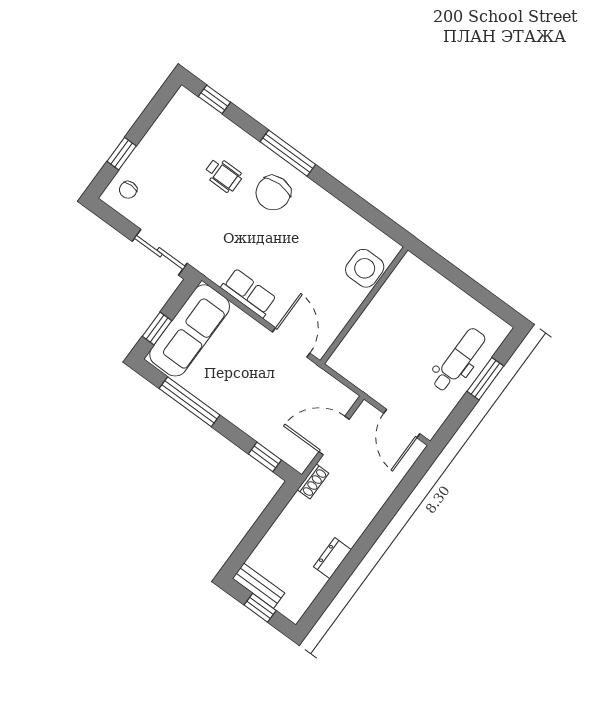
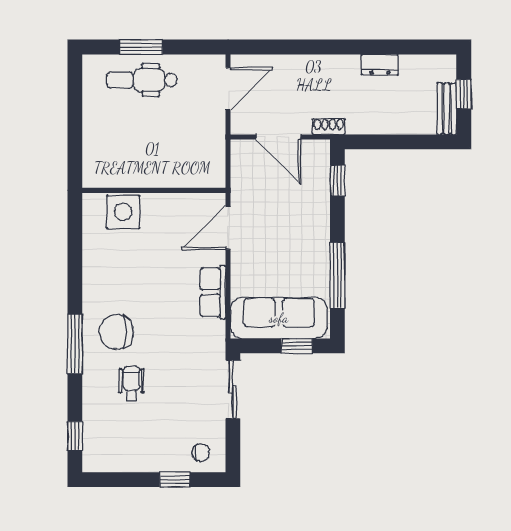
chair: (273, 193) -> (116, 332), turned 180

